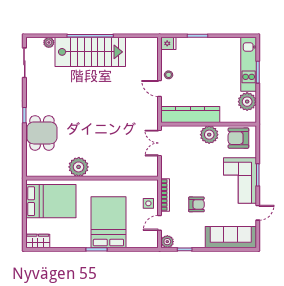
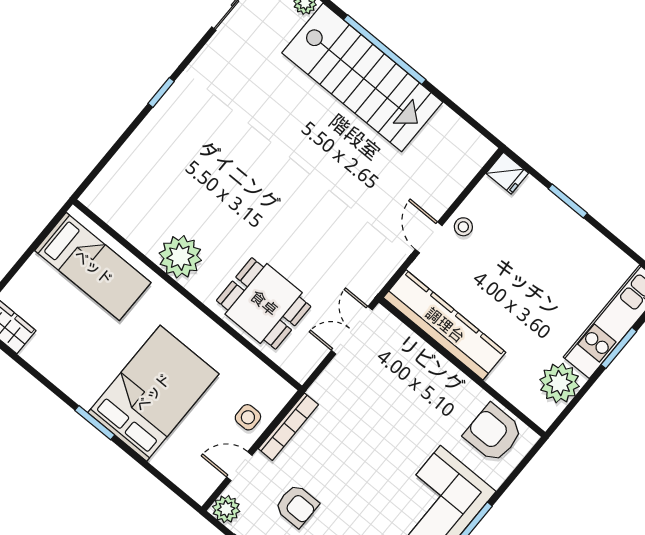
dining table: (42, 133) -> (264, 303), moved, turned 90
plant: (209, 135) -> (448, 386), removed
bed: (51, 201) -> (93, 267), width x0.67
armchair: (196, 204) -> (297, 506), moved

